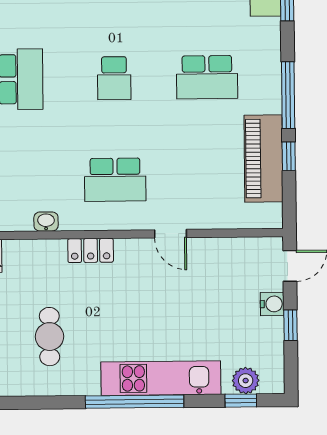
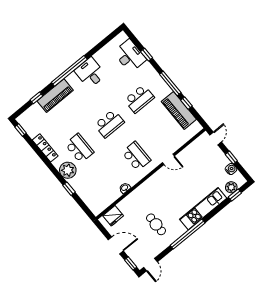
school desk: (114, 78) -> (109, 124), width x1.85
school desk: (115, 180) -> (136, 156), turned -90
locker: (91, 250) -> (147, 186), removed
water cooler: (272, 304) -> (231, 169), moved
window: (135, 402) -> (188, 234), moved

